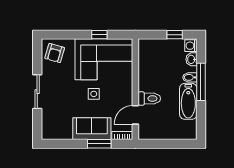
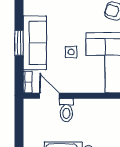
sofa: (92, 129) -> (35, 43), width x1.36
window: (99, 144) -> (19, 43), moved

